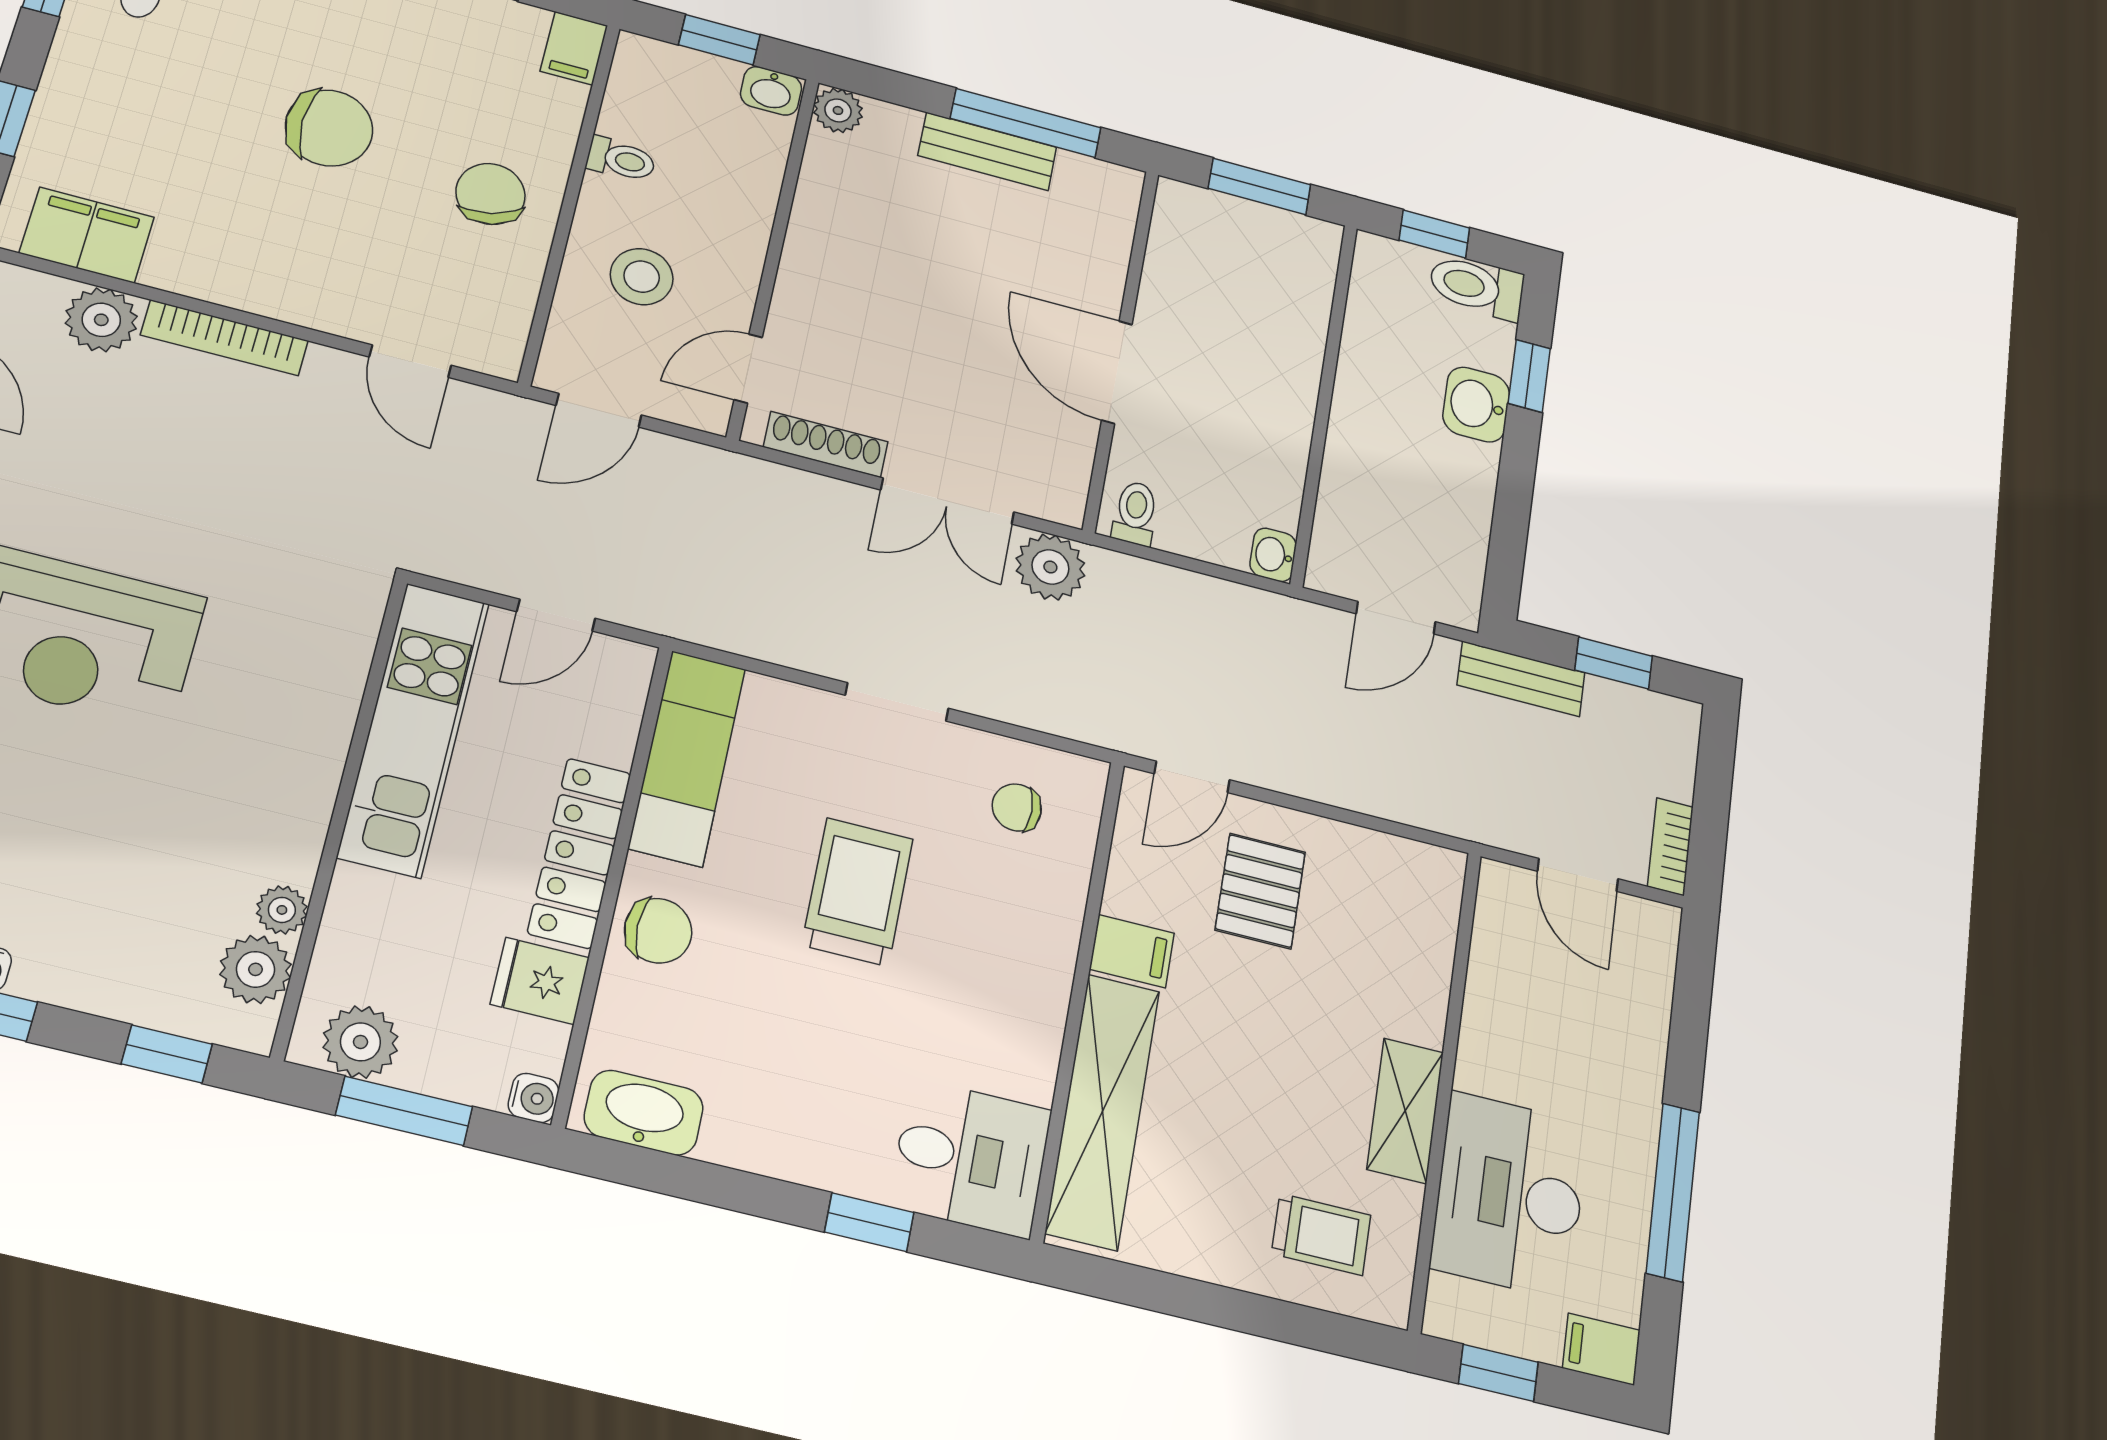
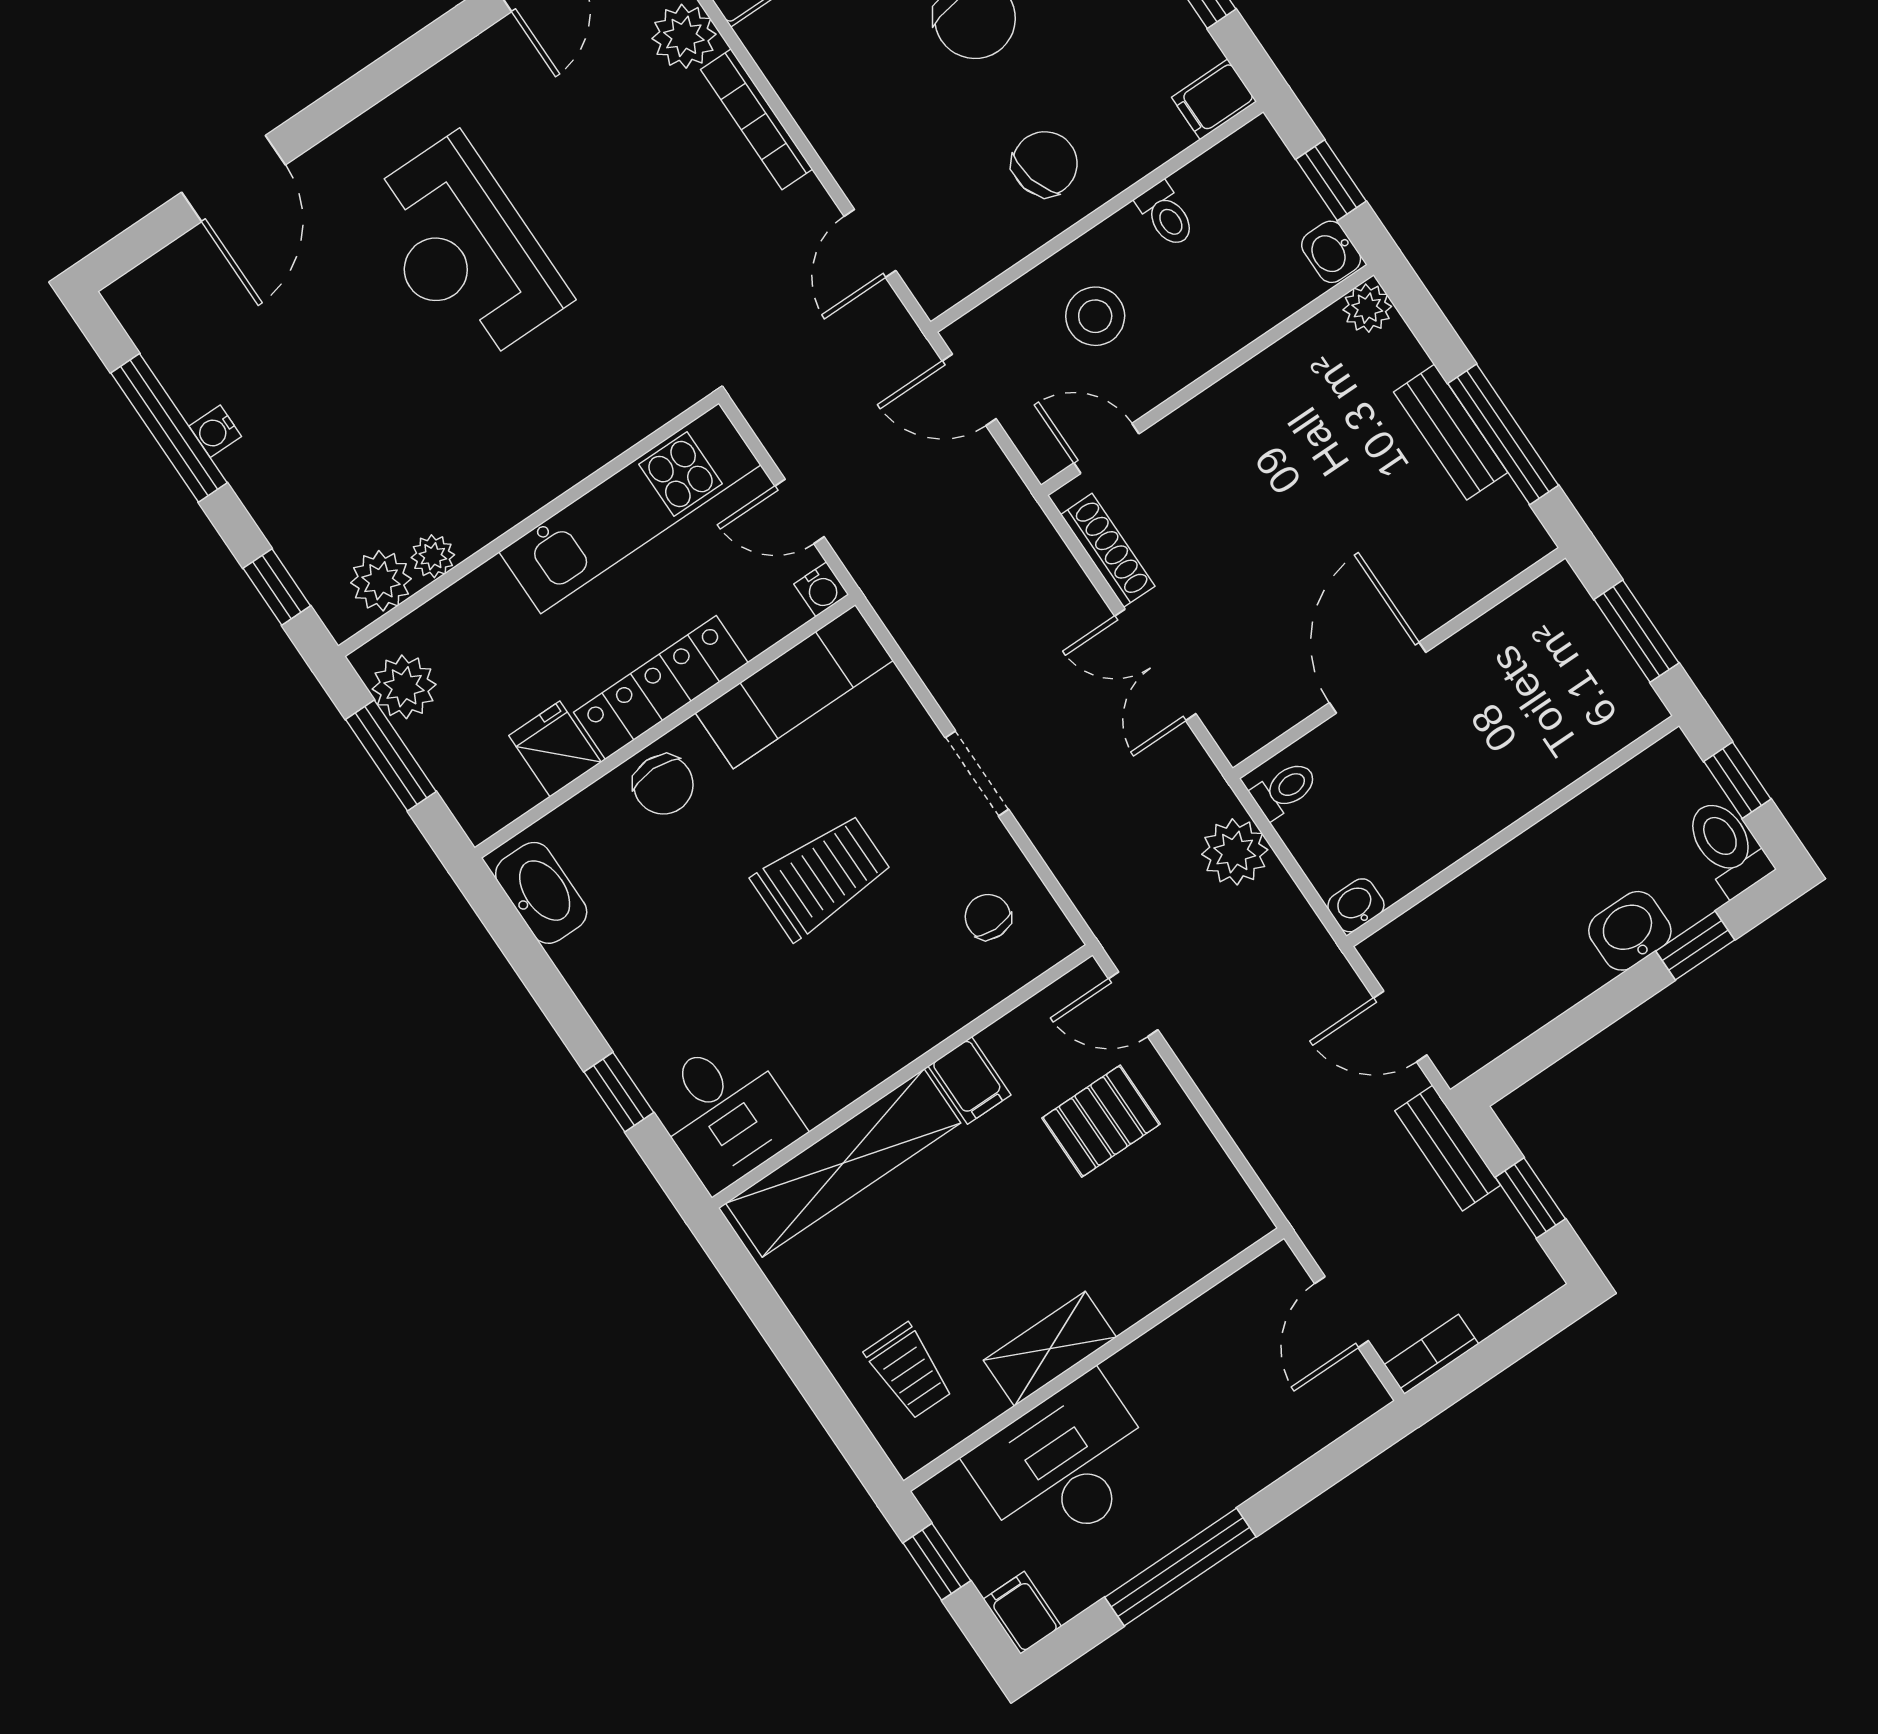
plant: (1050, 567) -> (1235, 852), moved
water cooler: (533, 1098) -> (821, 589), moved

